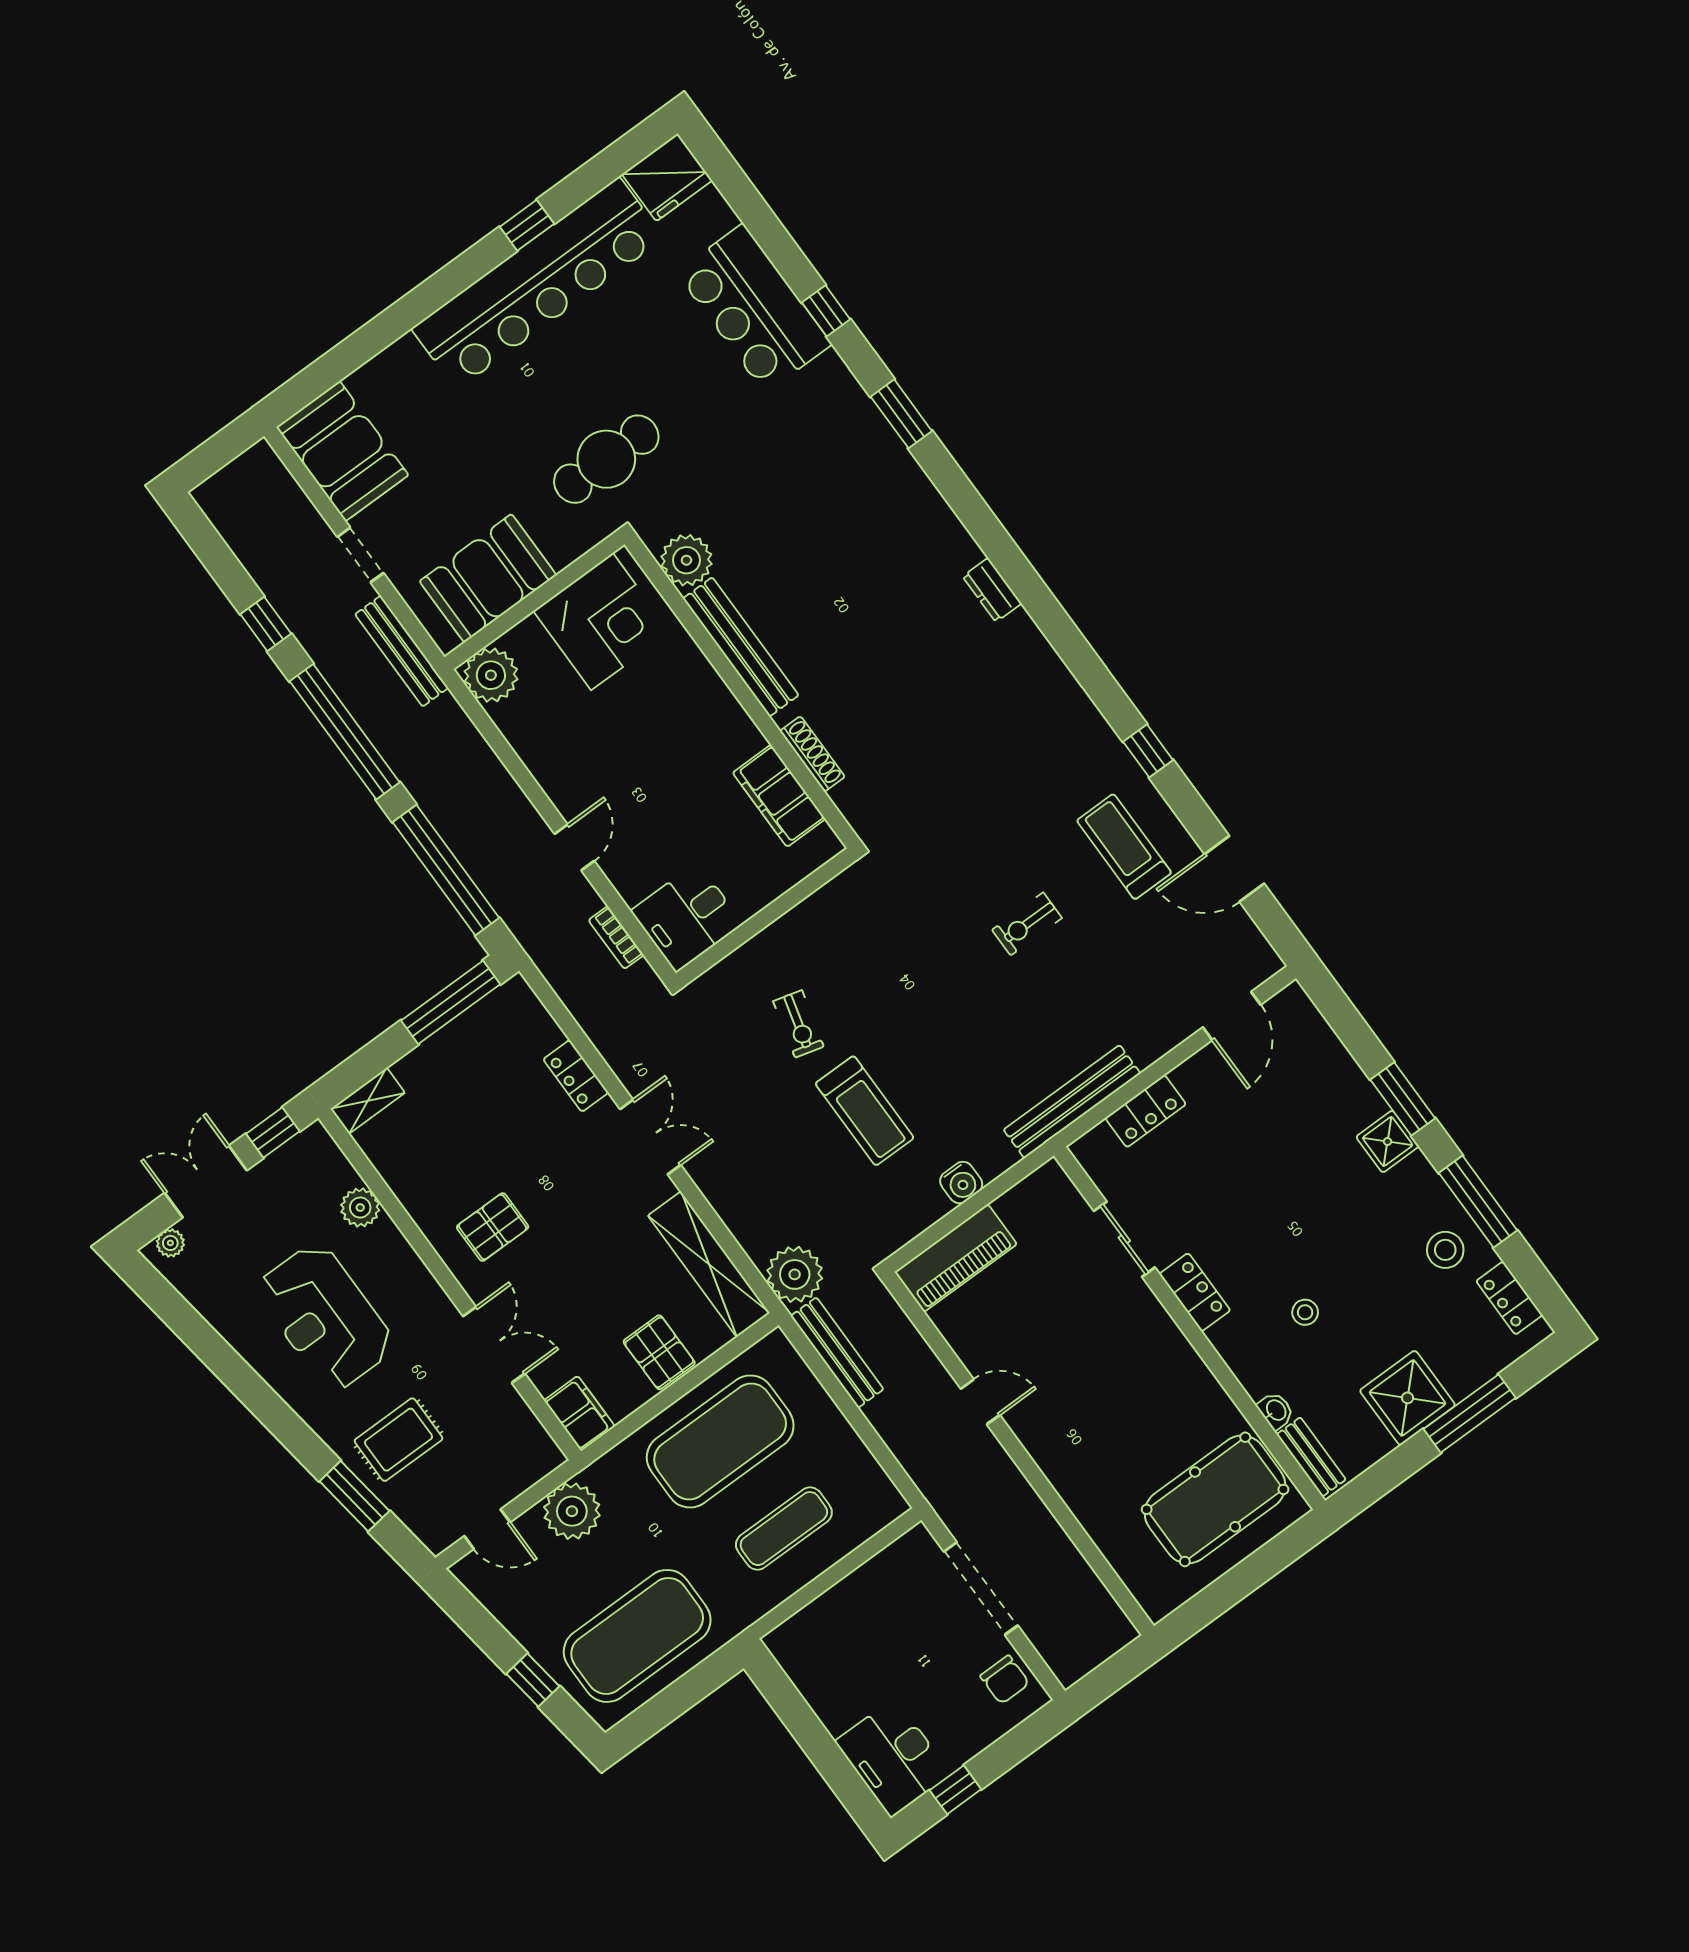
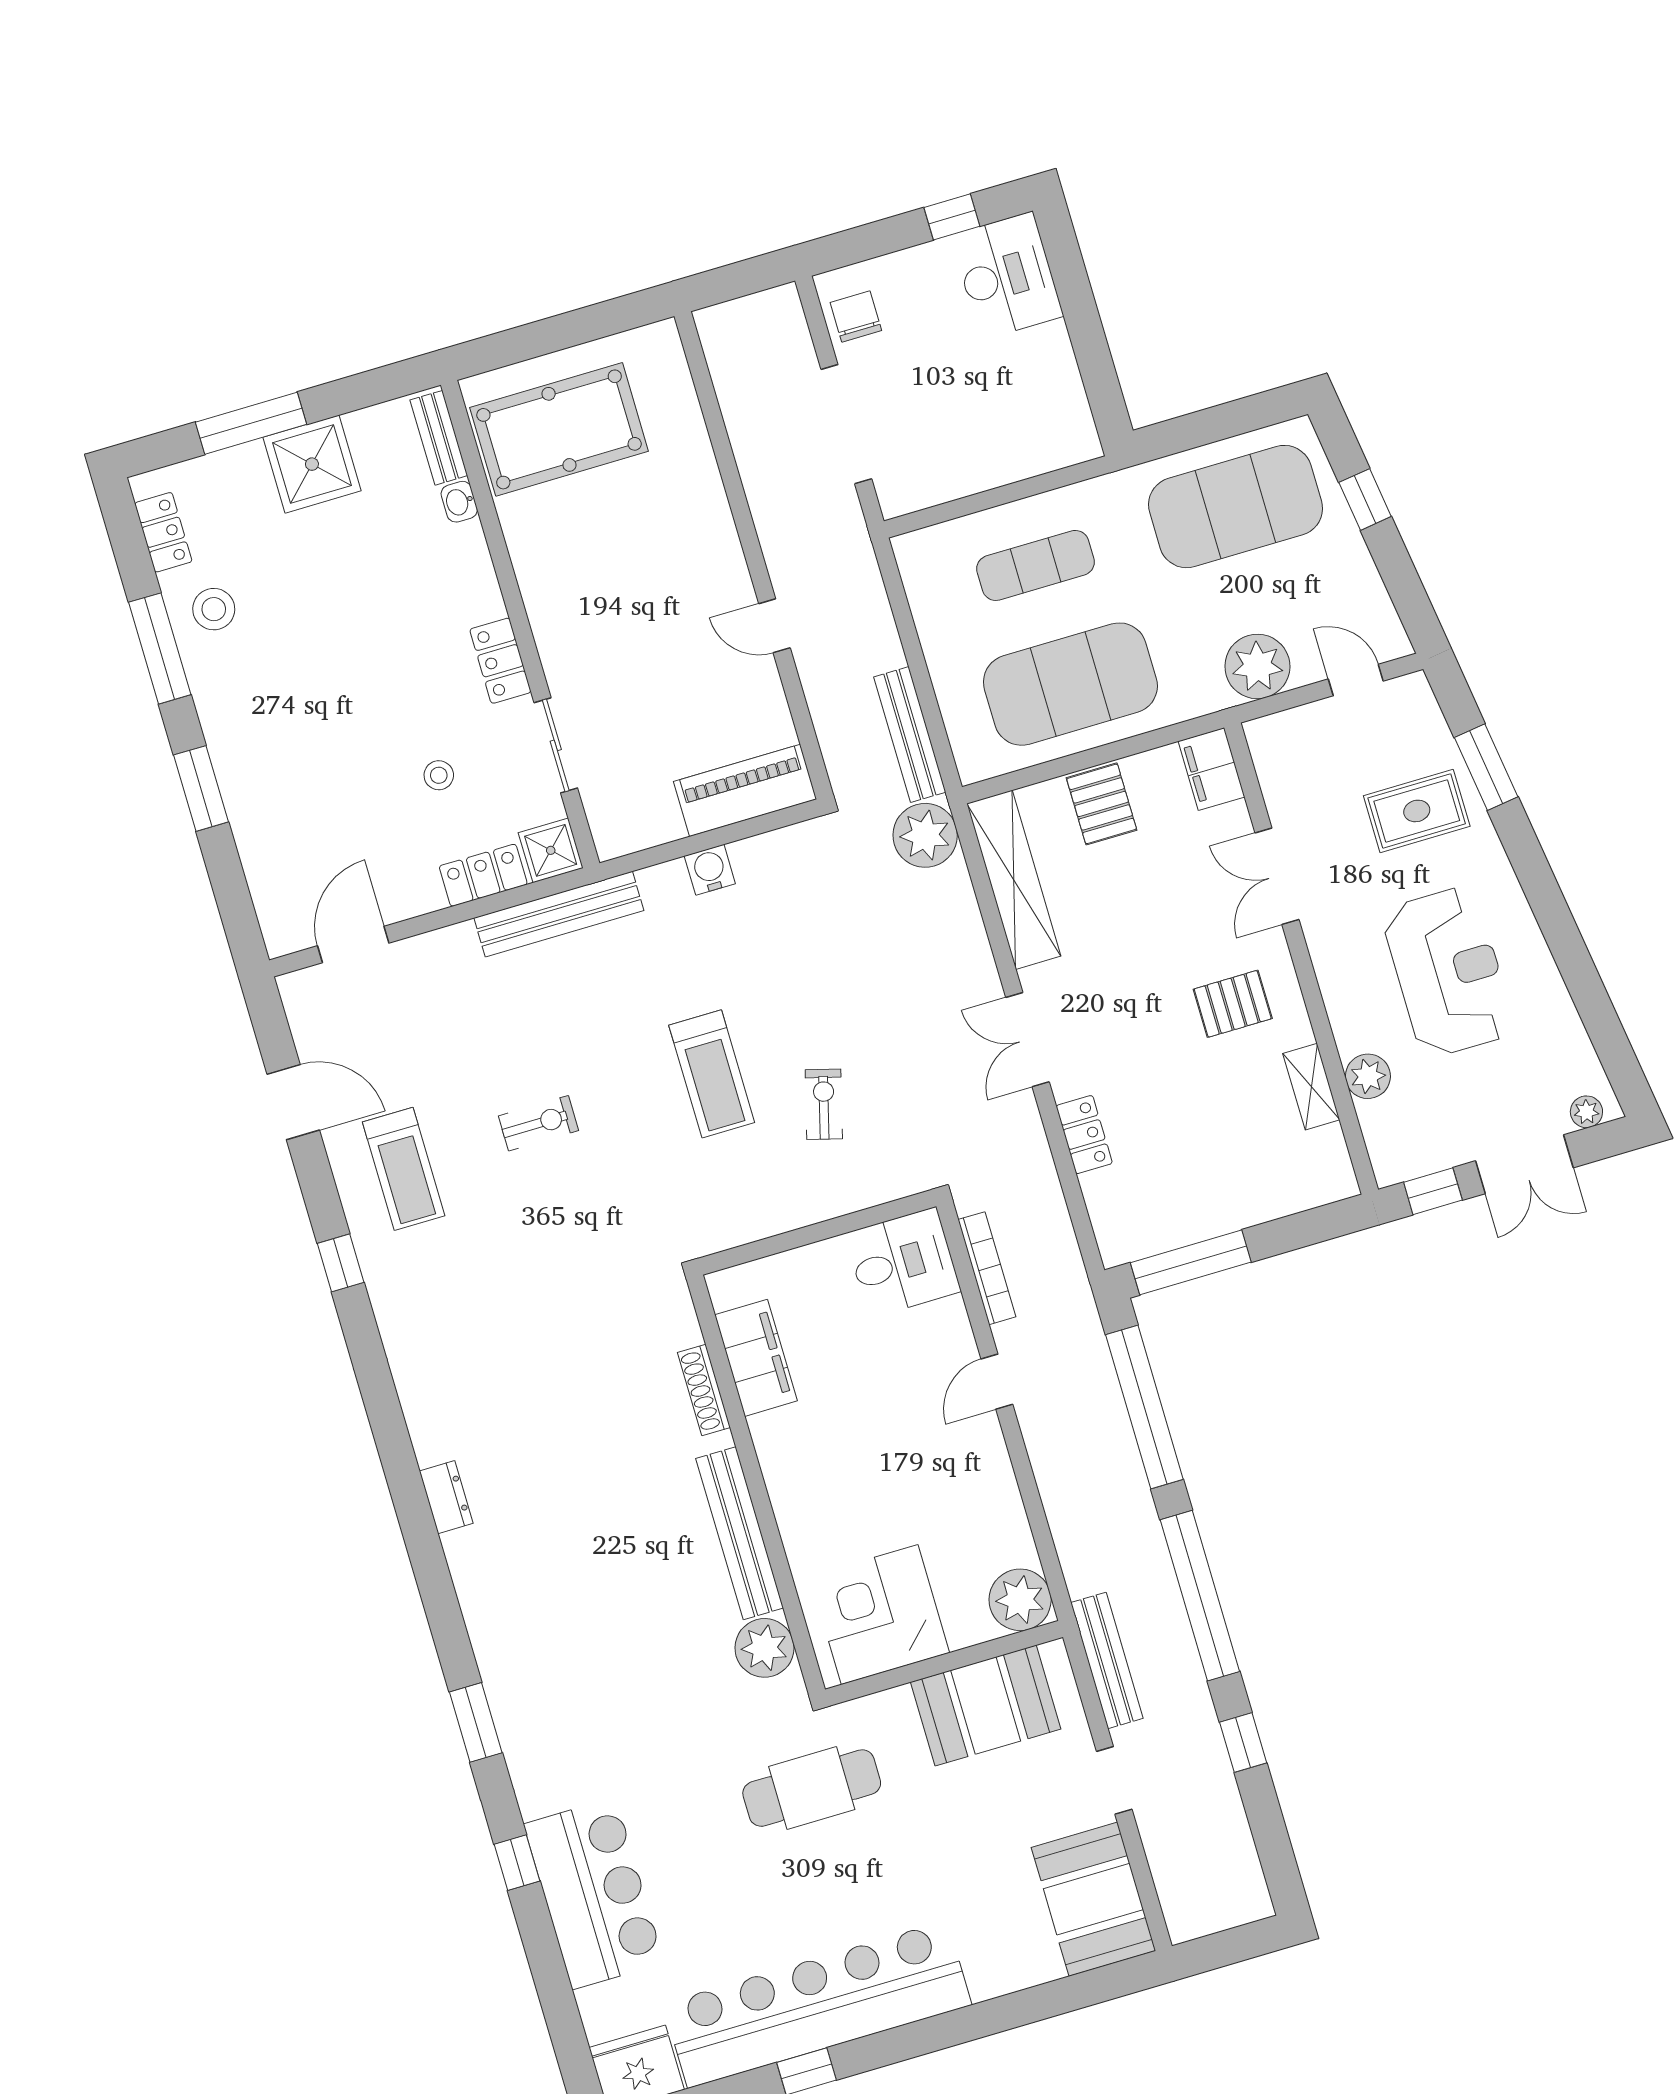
bookcase: (616, 937) -> (987, 1268), width x1.56
shelving: (368, 1101) -> (1311, 1087), moved, turned 90
treadmill: (865, 1111) -> (712, 1074), moved, turned 180
shower: (1388, 1142) -> (551, 850), moved
stool: (1305, 1312) -> (439, 775), moved

